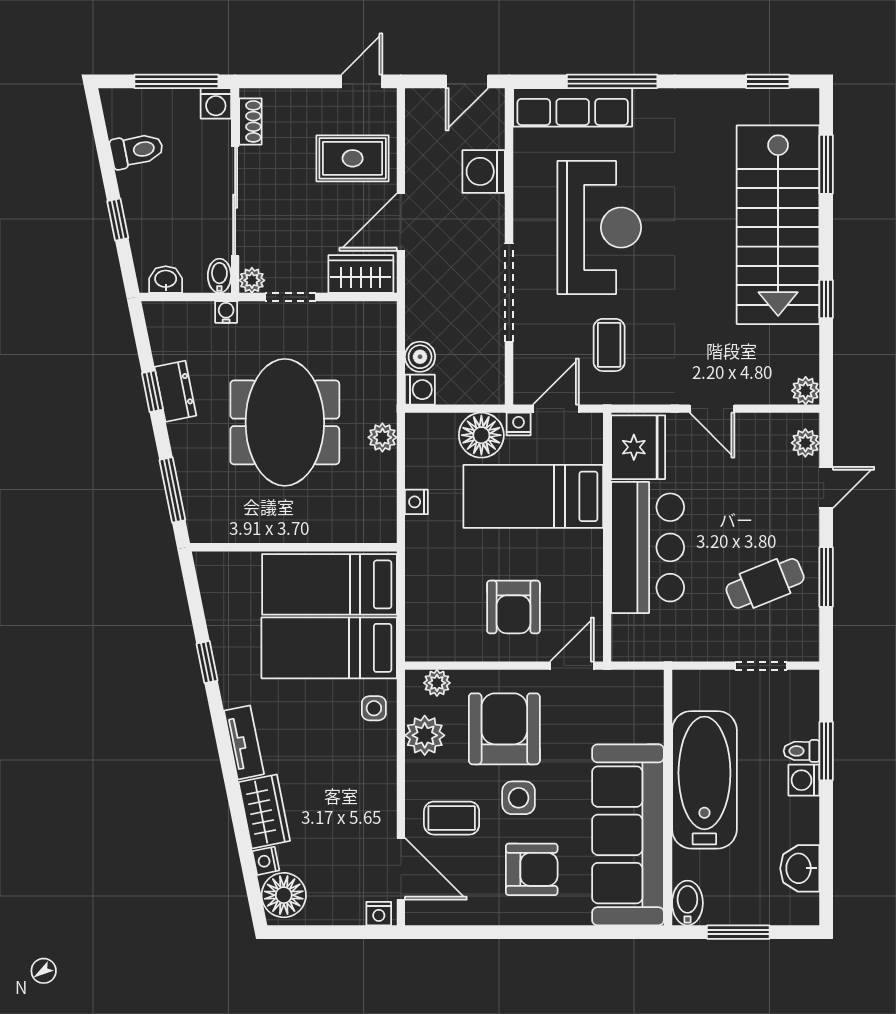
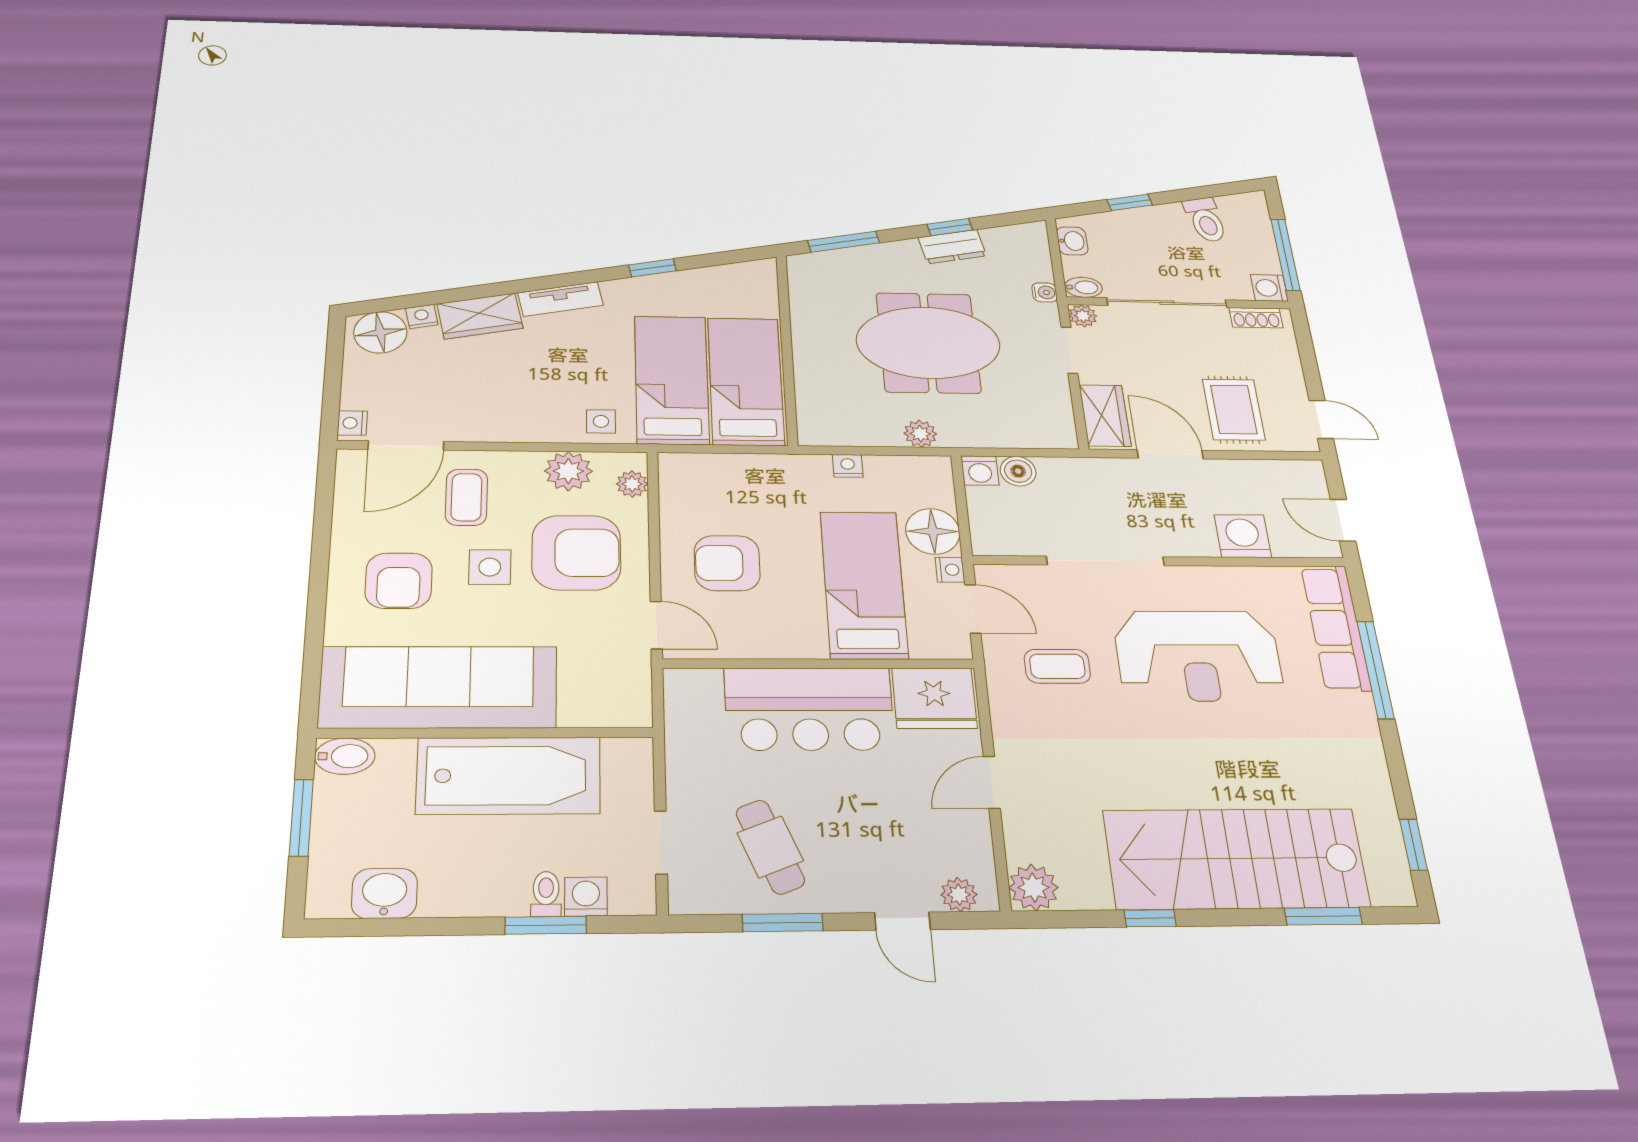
plant: (806, 391) -> (1034, 888), width x1.38, depth x1.38
washing machine: (804, 780) -> (586, 897), moved

